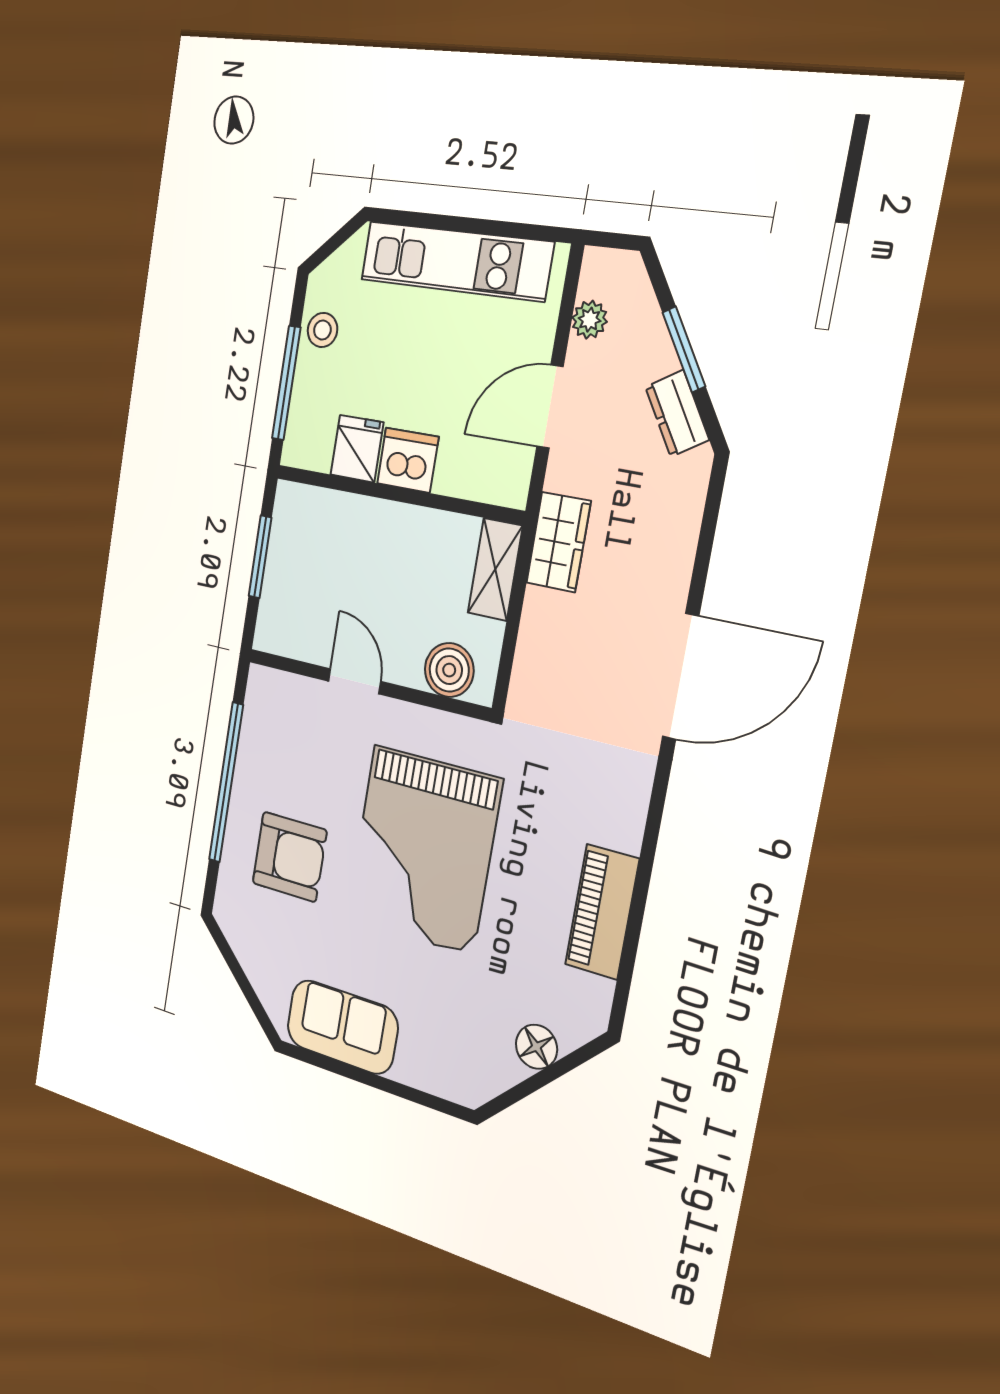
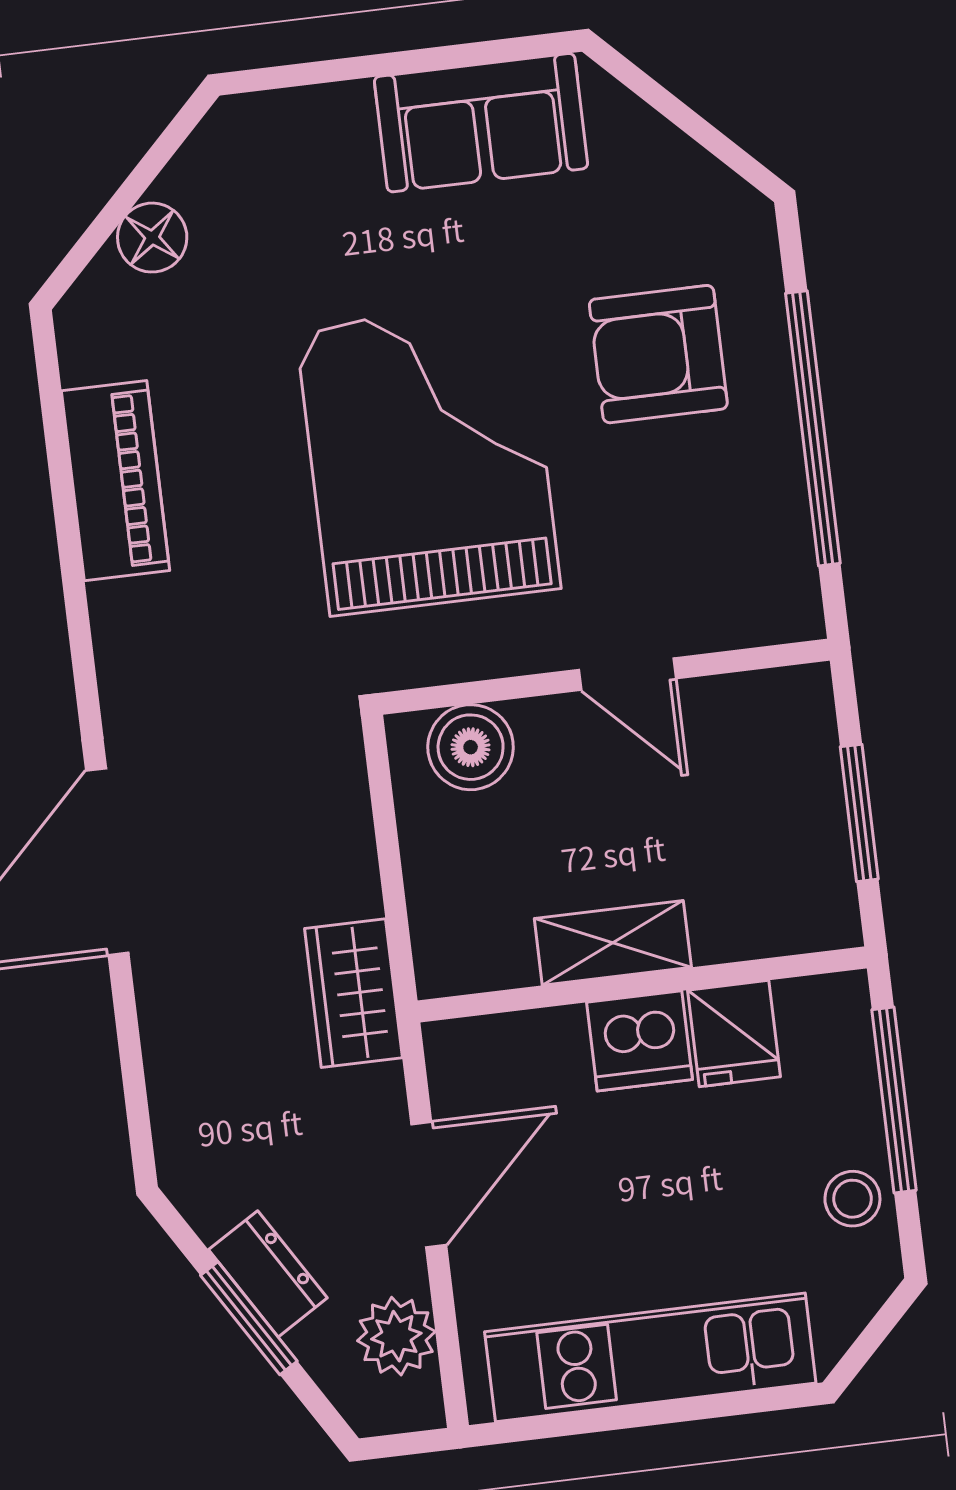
plant: (590, 320) -> (396, 1336), width x1.38, depth x1.38
dresser: (677, 413) -> (268, 1274), moved
shelving: (495, 569) -> (613, 943), moved, turned 90

